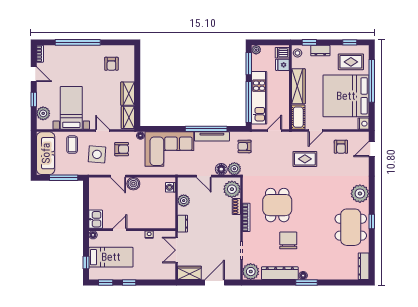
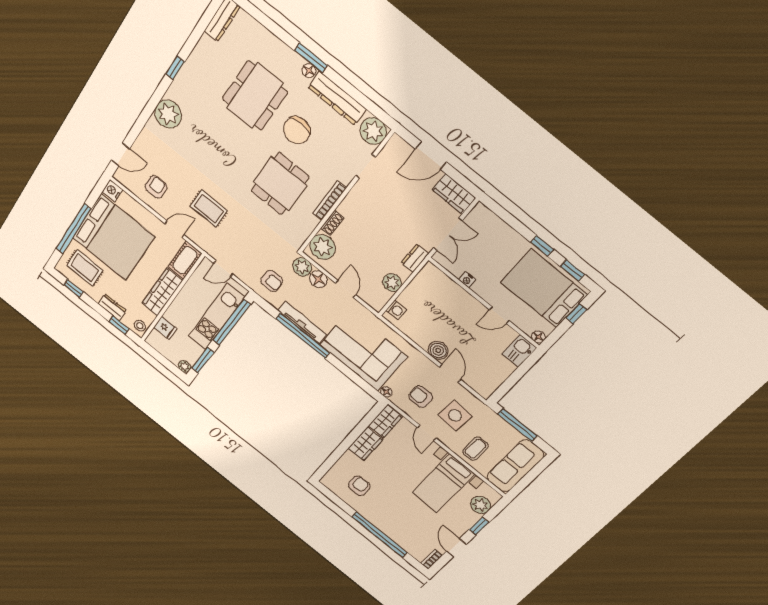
dishwasher: (282, 53) -> (157, 340), removed
dining table: (351, 227) -> (255, 96), moved
bed: (111, 257) -> (544, 288), width x1.50

